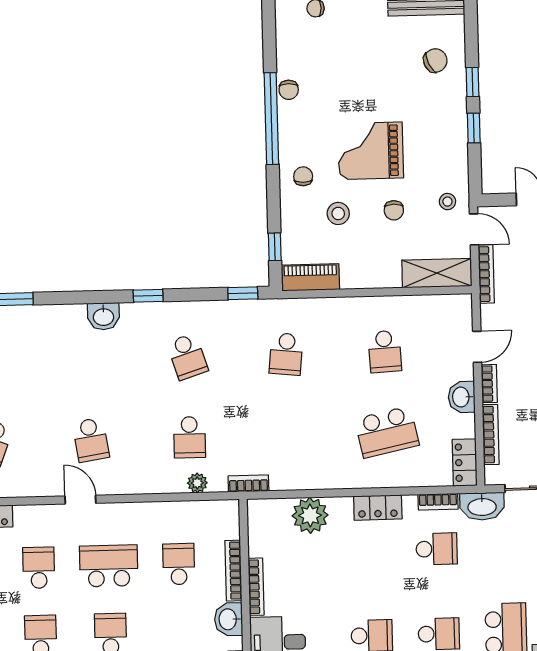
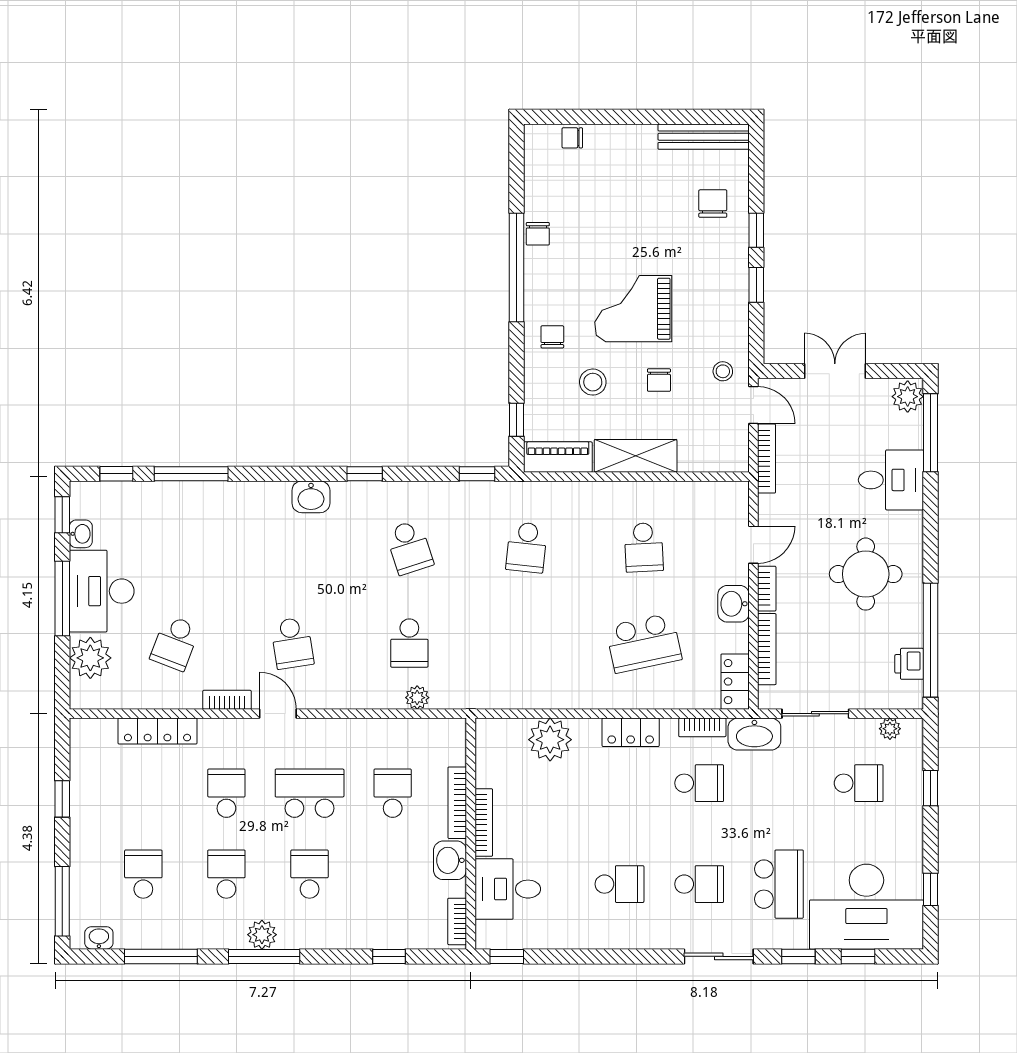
chair: (435, 61) -> (713, 204), turned -65
shelving: (437, 273) -> (636, 456), moved
bookcase: (248, 484) -> (227, 700), moved

